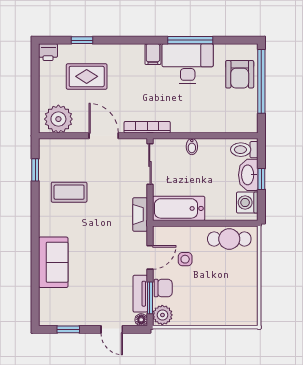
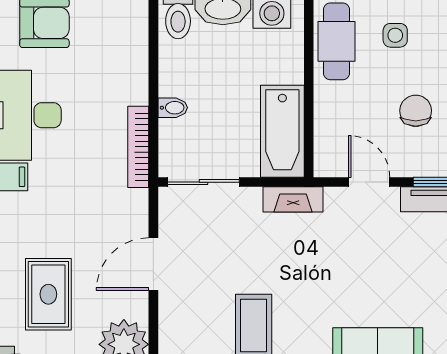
bookcase: (147, 127) -> (138, 147), moved
side table: (185, 259) -> (395, 35), moved
chair: (163, 288) -> (416, 111), moved

